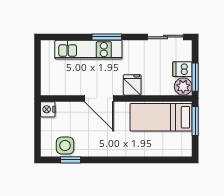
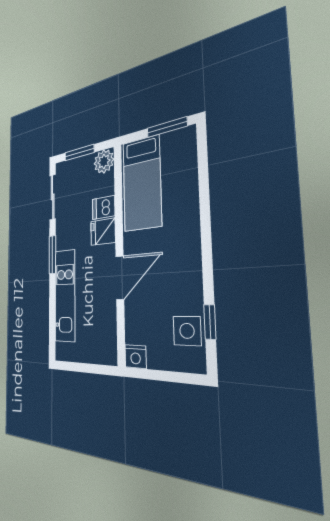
window: (107, 37) -> (52, 255), moved
dishwasher: (182, 69) -> (104, 207), moved, turned 90
window: (195, 77) -> (79, 153), moved
window: (195, 121) -> (167, 127), moved

